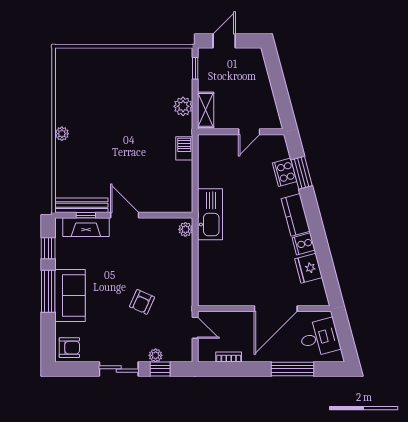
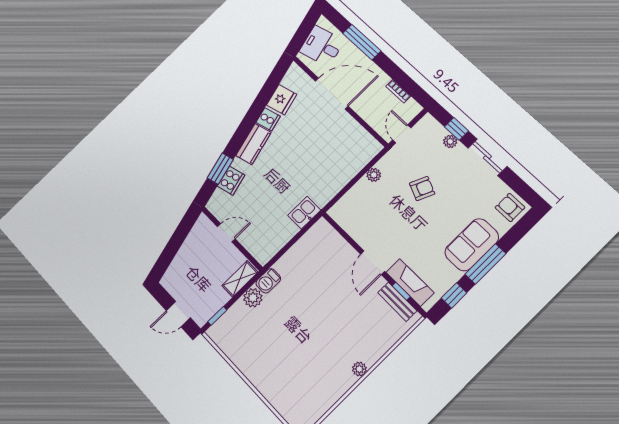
barbecue: (184, 148) -> (268, 281), moved
bench: (82, 205) -> (397, 302), width x0.73
kitchen sink: (210, 214) -> (304, 213), width x0.53, depth x0.81
plant: (185, 229) -> (374, 175), moved

